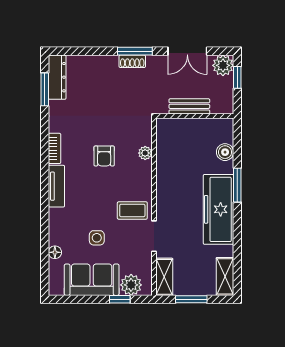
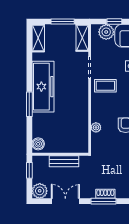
window: (237, 77) -> (29, 170), moved
boiler: (225, 152) -> (38, 144), moved

